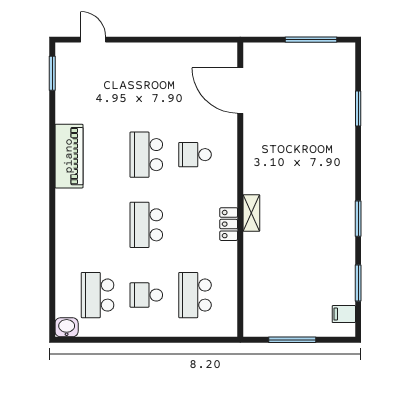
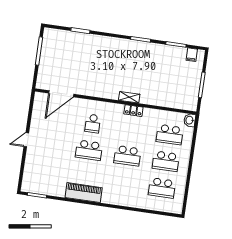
door: (93, 40) -> (26, 140), moved
school desk: (146, 295) -> (166, 161), width x1.85
washbasin: (67, 327) -> (190, 120), moved

